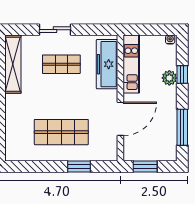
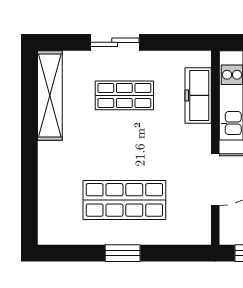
freezer: (107, 64) -> (198, 95), width x0.73, depth x0.79
window: (79, 167) -> (123, 253), moved

